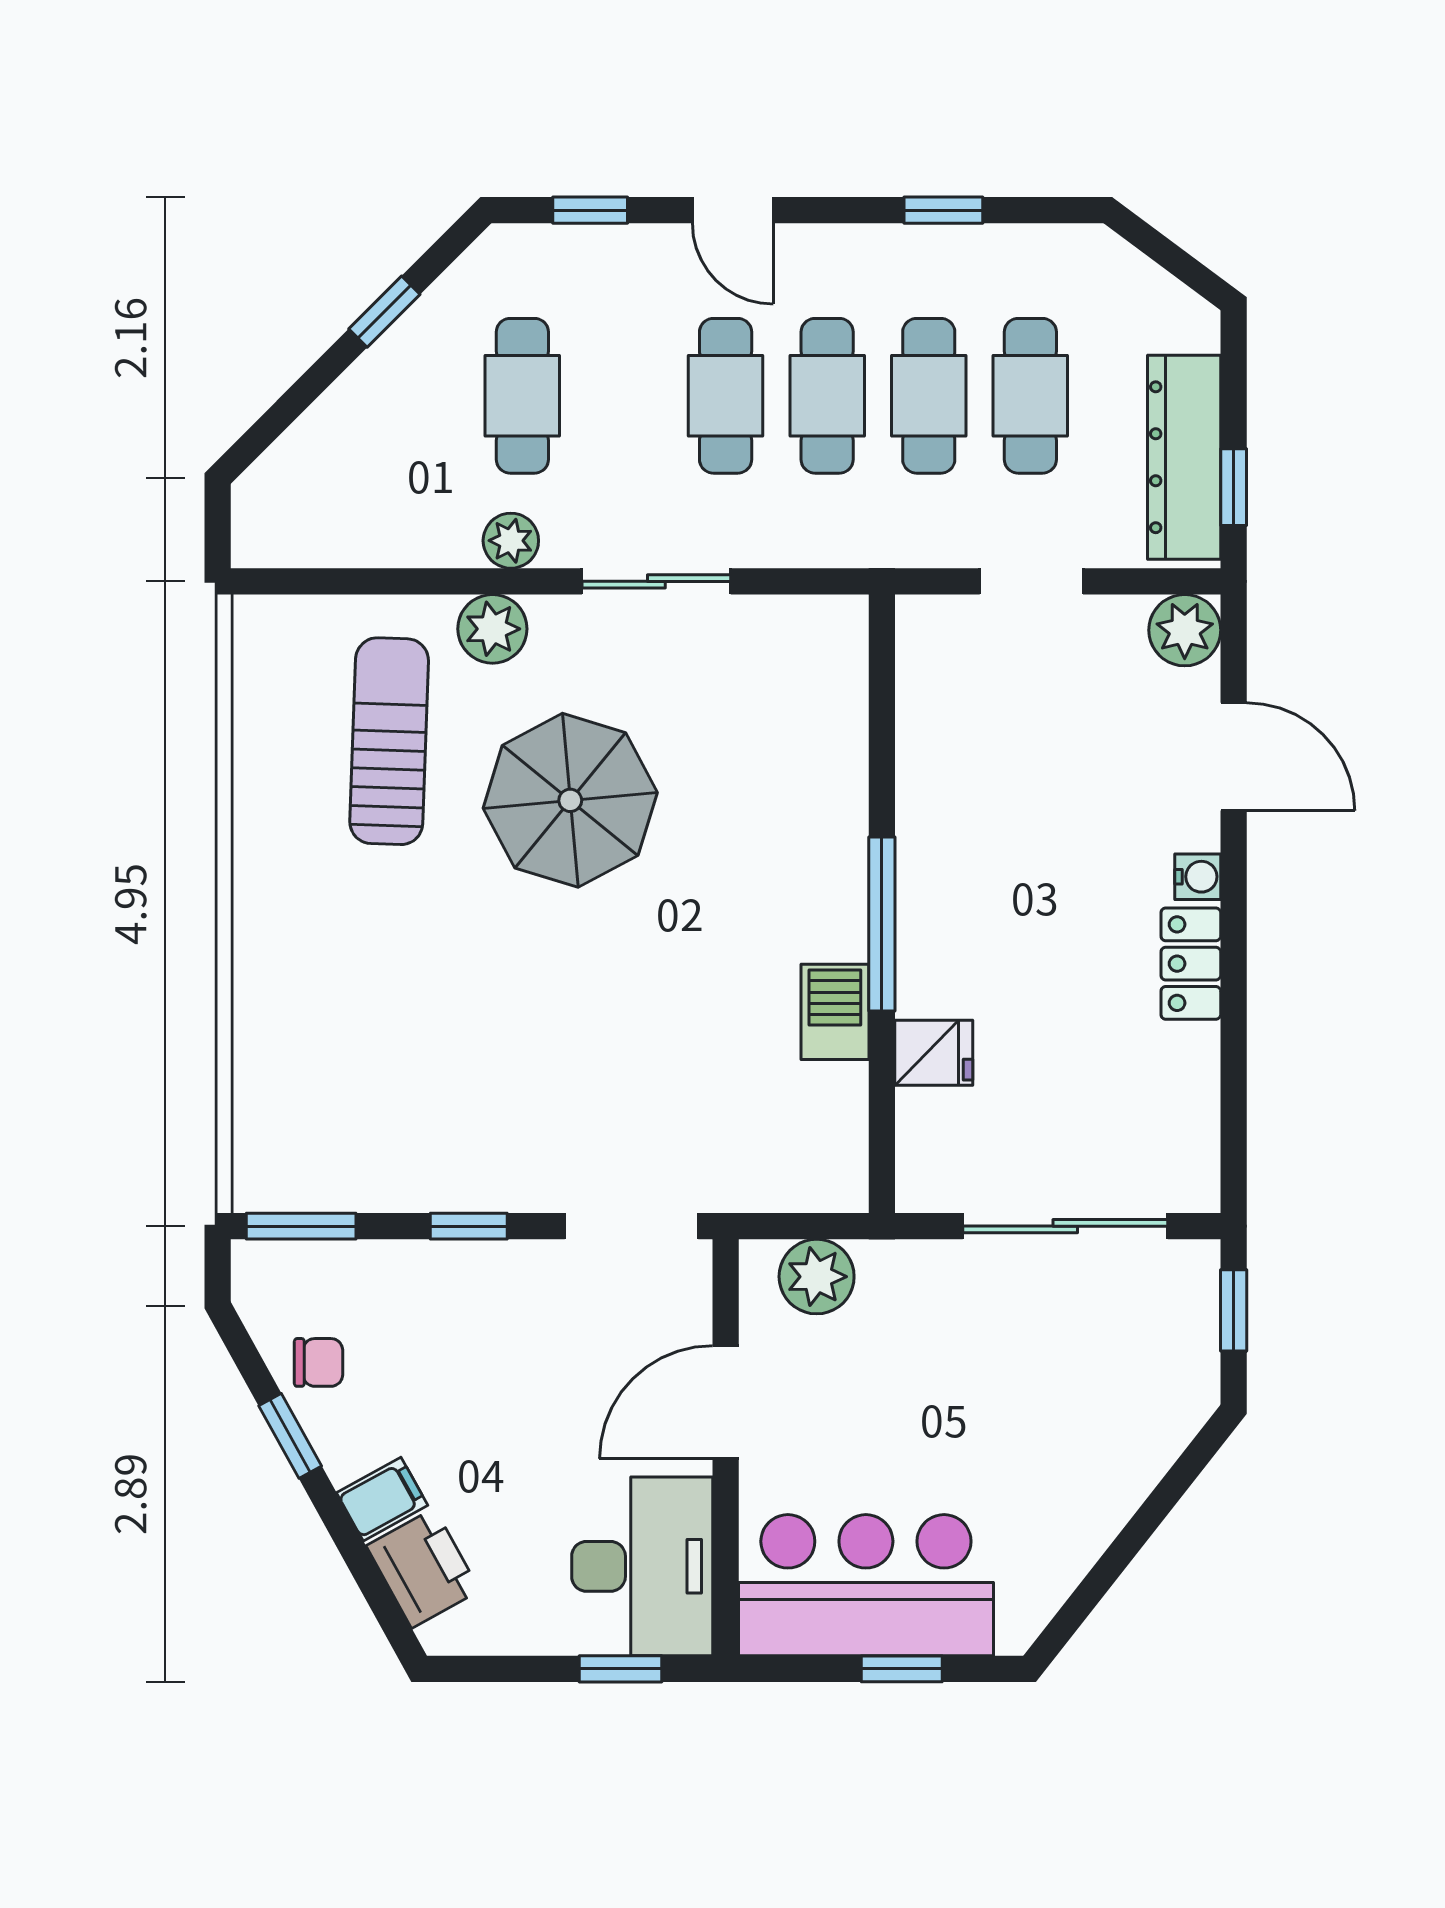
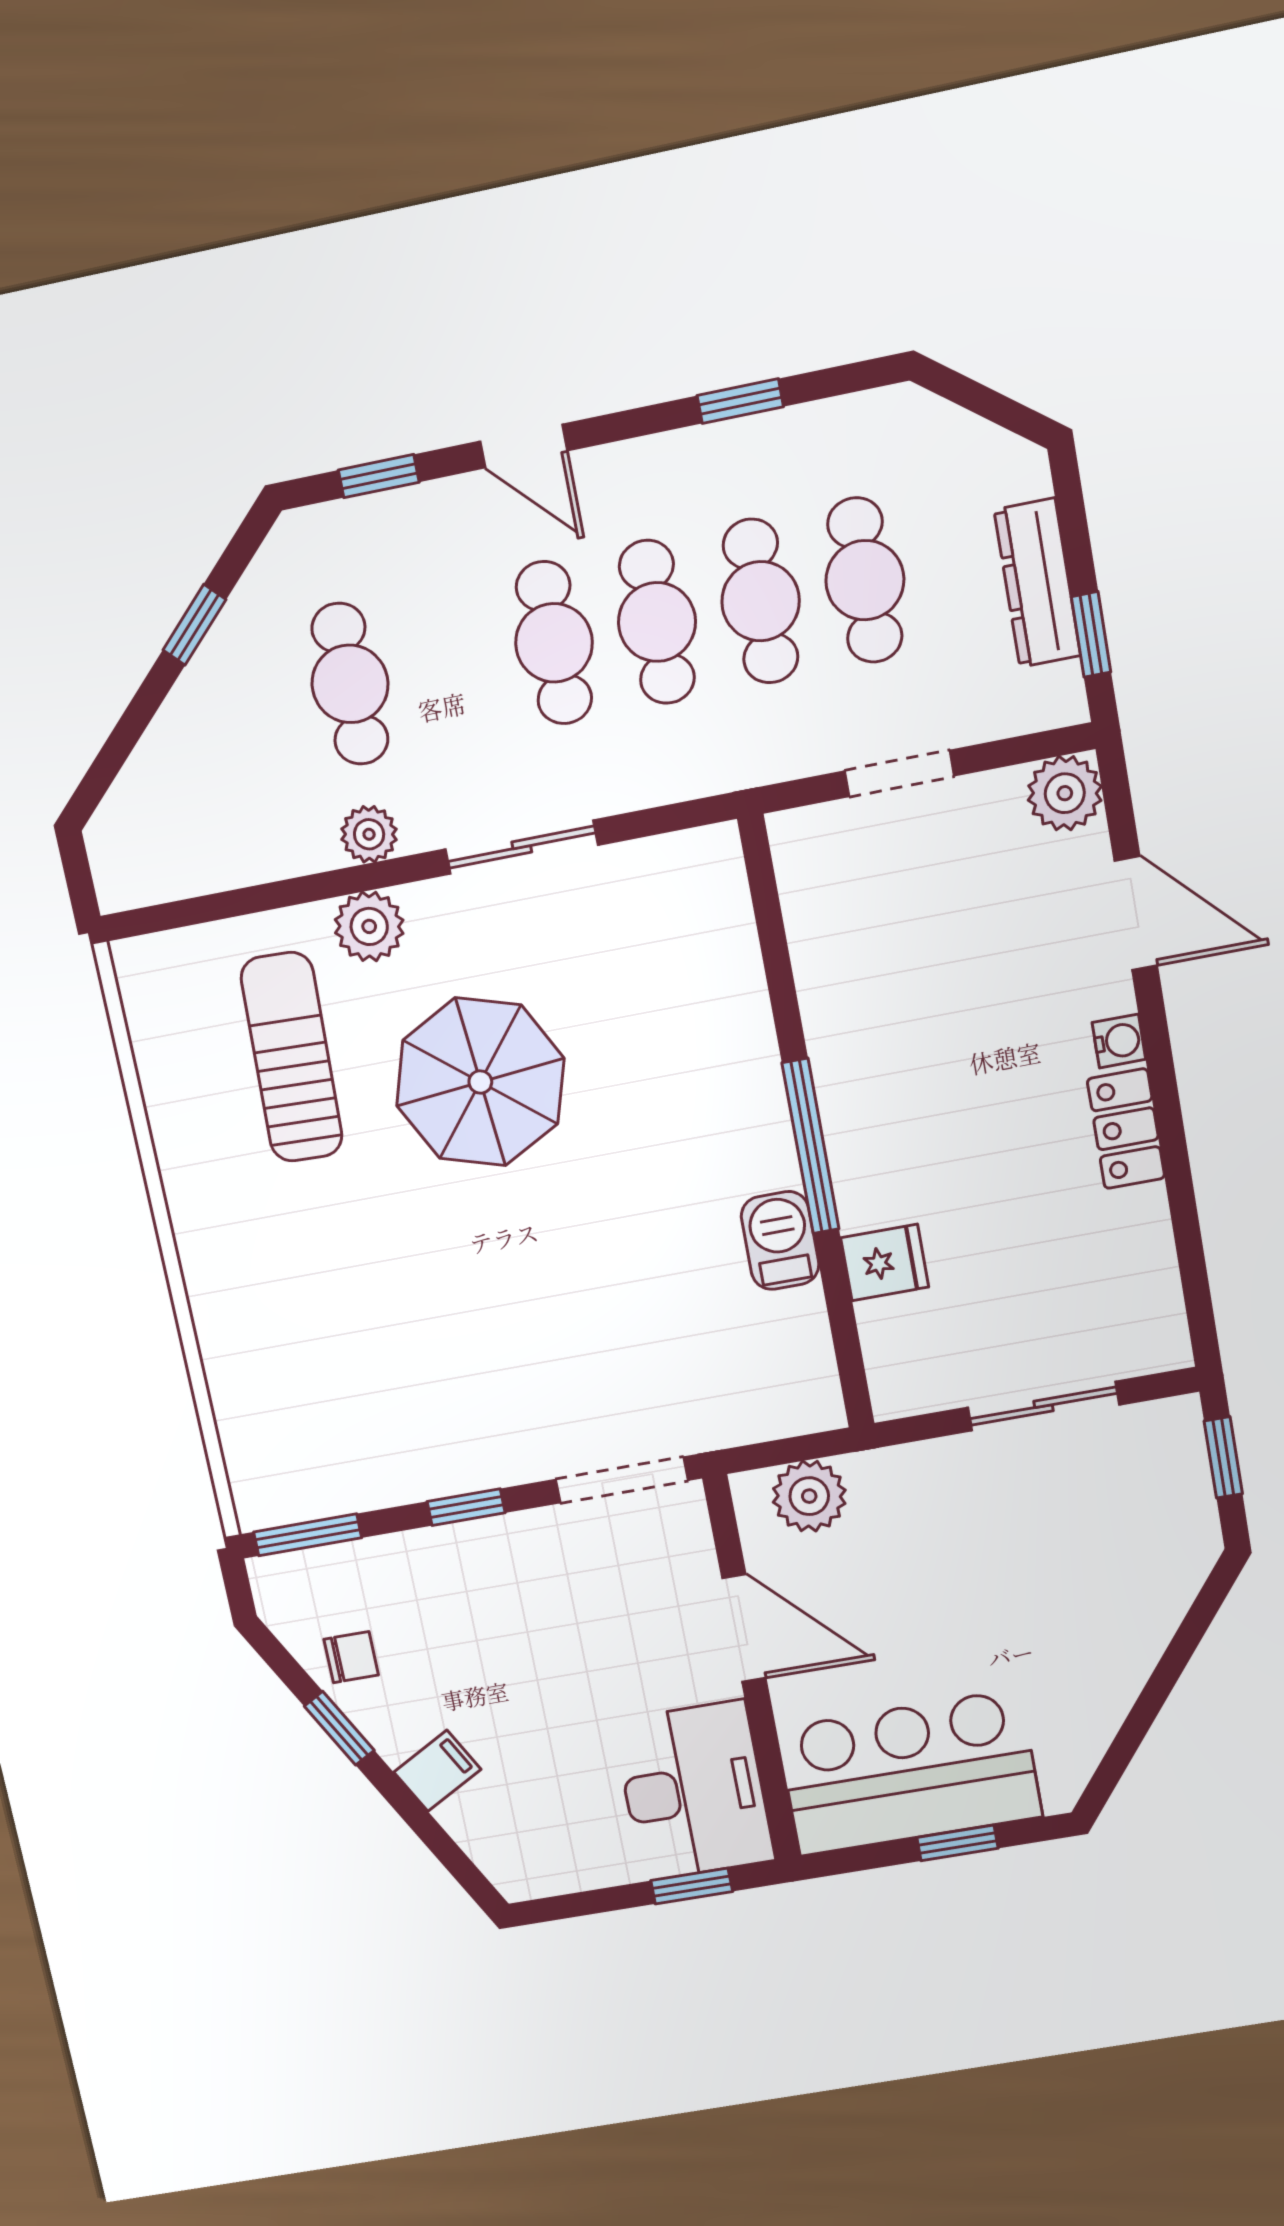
dresser: (1184, 457) -> (1037, 583), width x0.73, depth x0.80
sliding door: (1065, 1226) -> (1044, 1406), width x0.73
door: (726, 1402) -> (744, 1628), swing flipped
printer: (423, 1568) -> (489, 1826), removed

